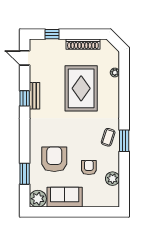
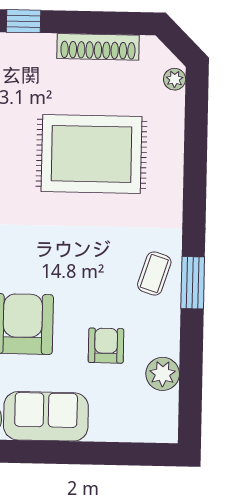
plant: (115, 72) -> (175, 79), moved
rug: (81, 88) -> (91, 154), turned 90

